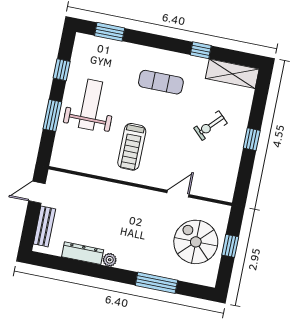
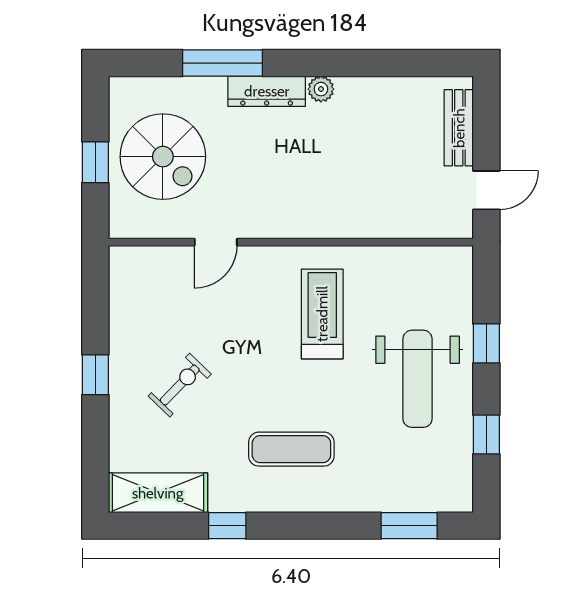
window: (52, 115) -> (486, 343), width x0.67
dresser: (83, 253) -> (267, 91), moved

